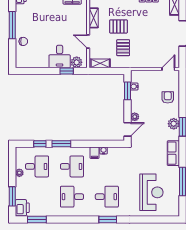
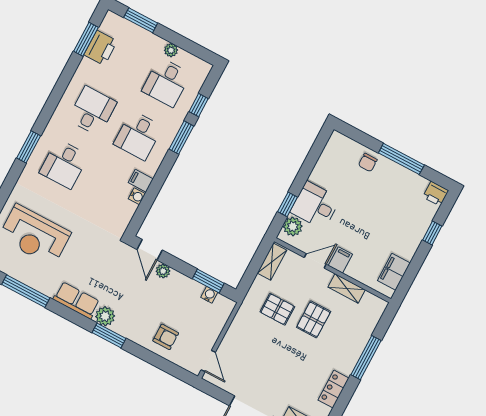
filing cabinet: (81, 29) -> (340, 260), added
plant: (174, 124) -> (105, 316), moved
printer: (22, 208) -> (101, 48), moved, turned -90

